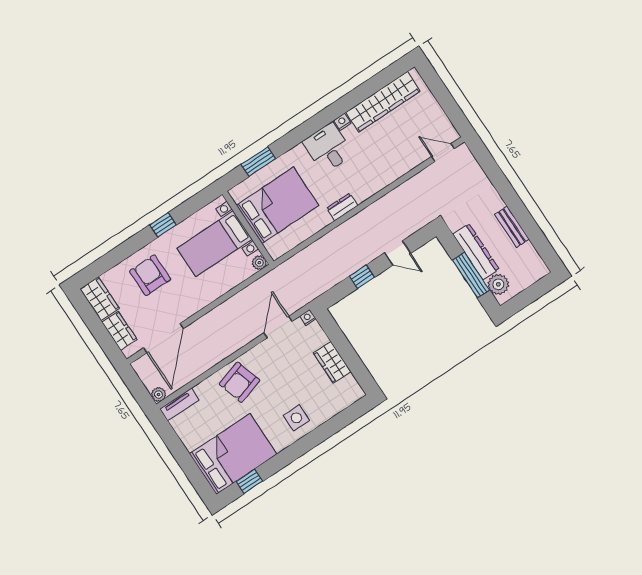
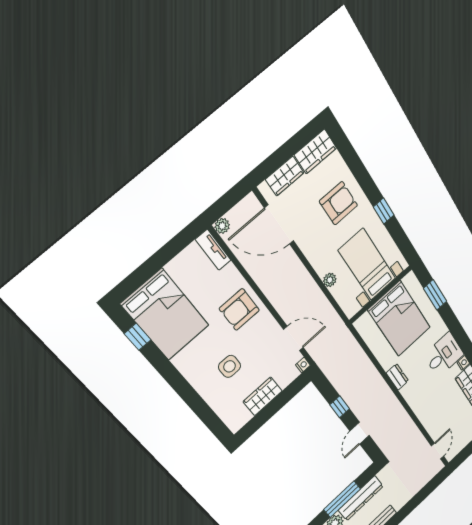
plant: (259, 263) -> (330, 280), moved
armchair: (240, 382) -> (239, 309), turned -73
side table: (296, 418) -> (230, 366), moved

